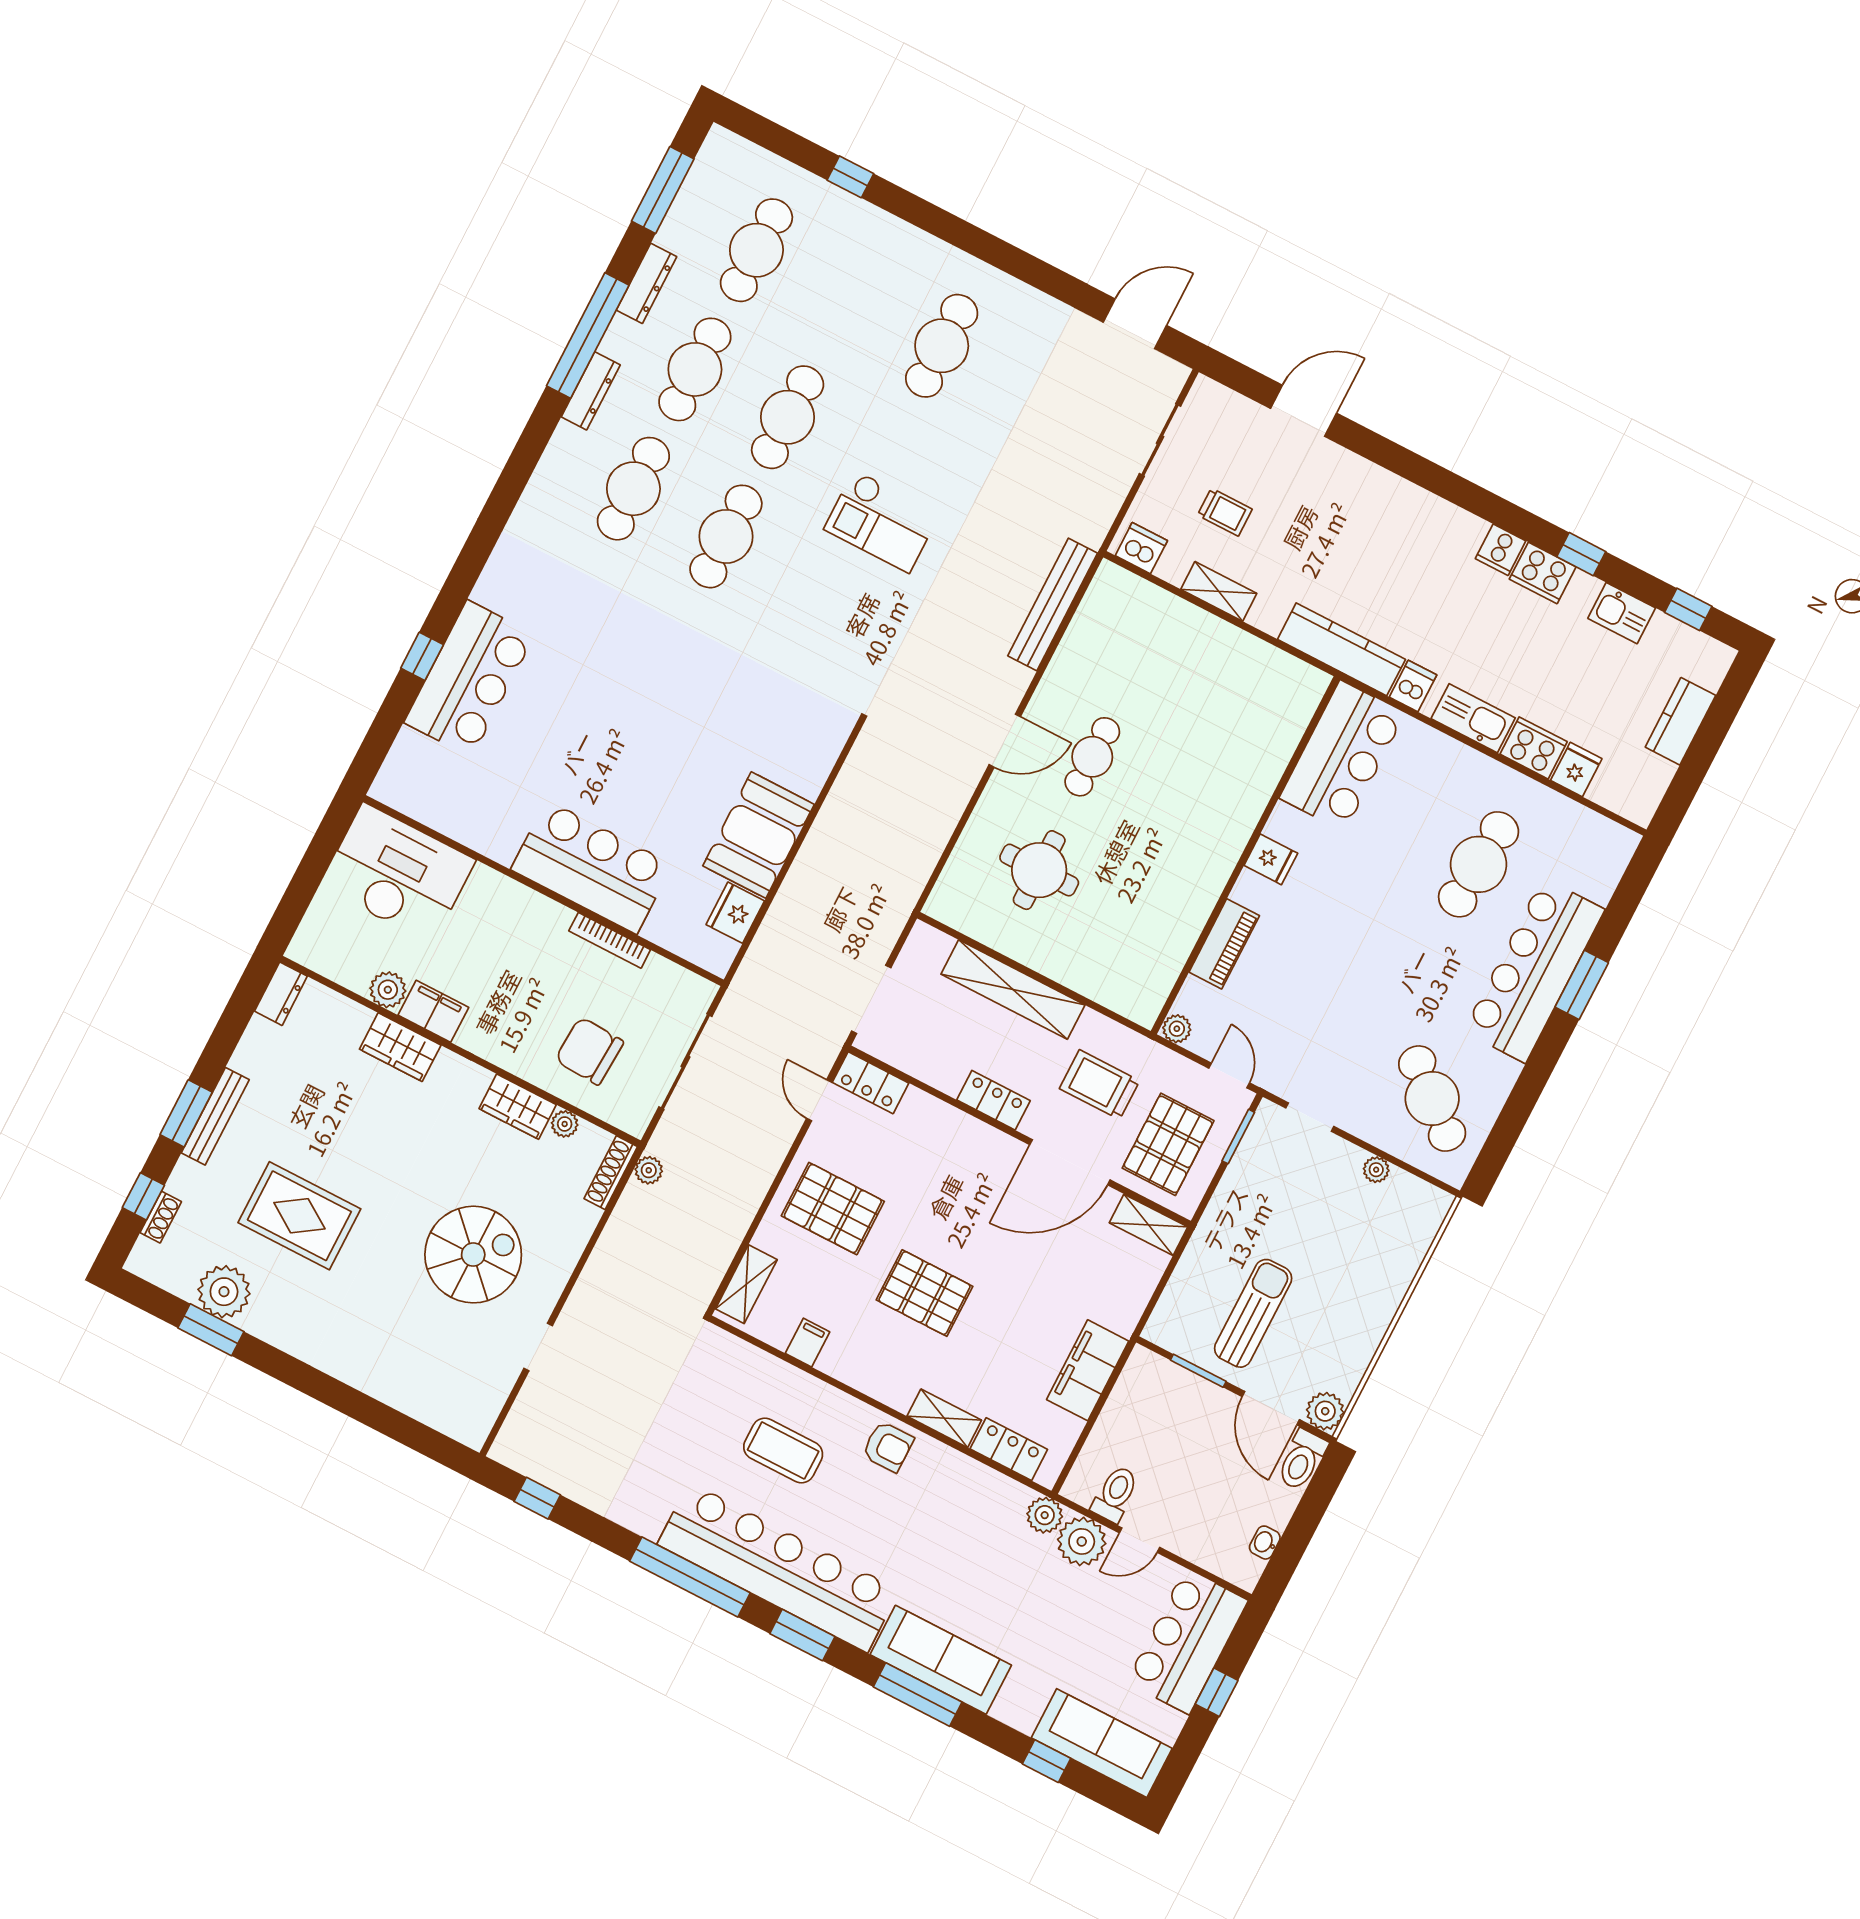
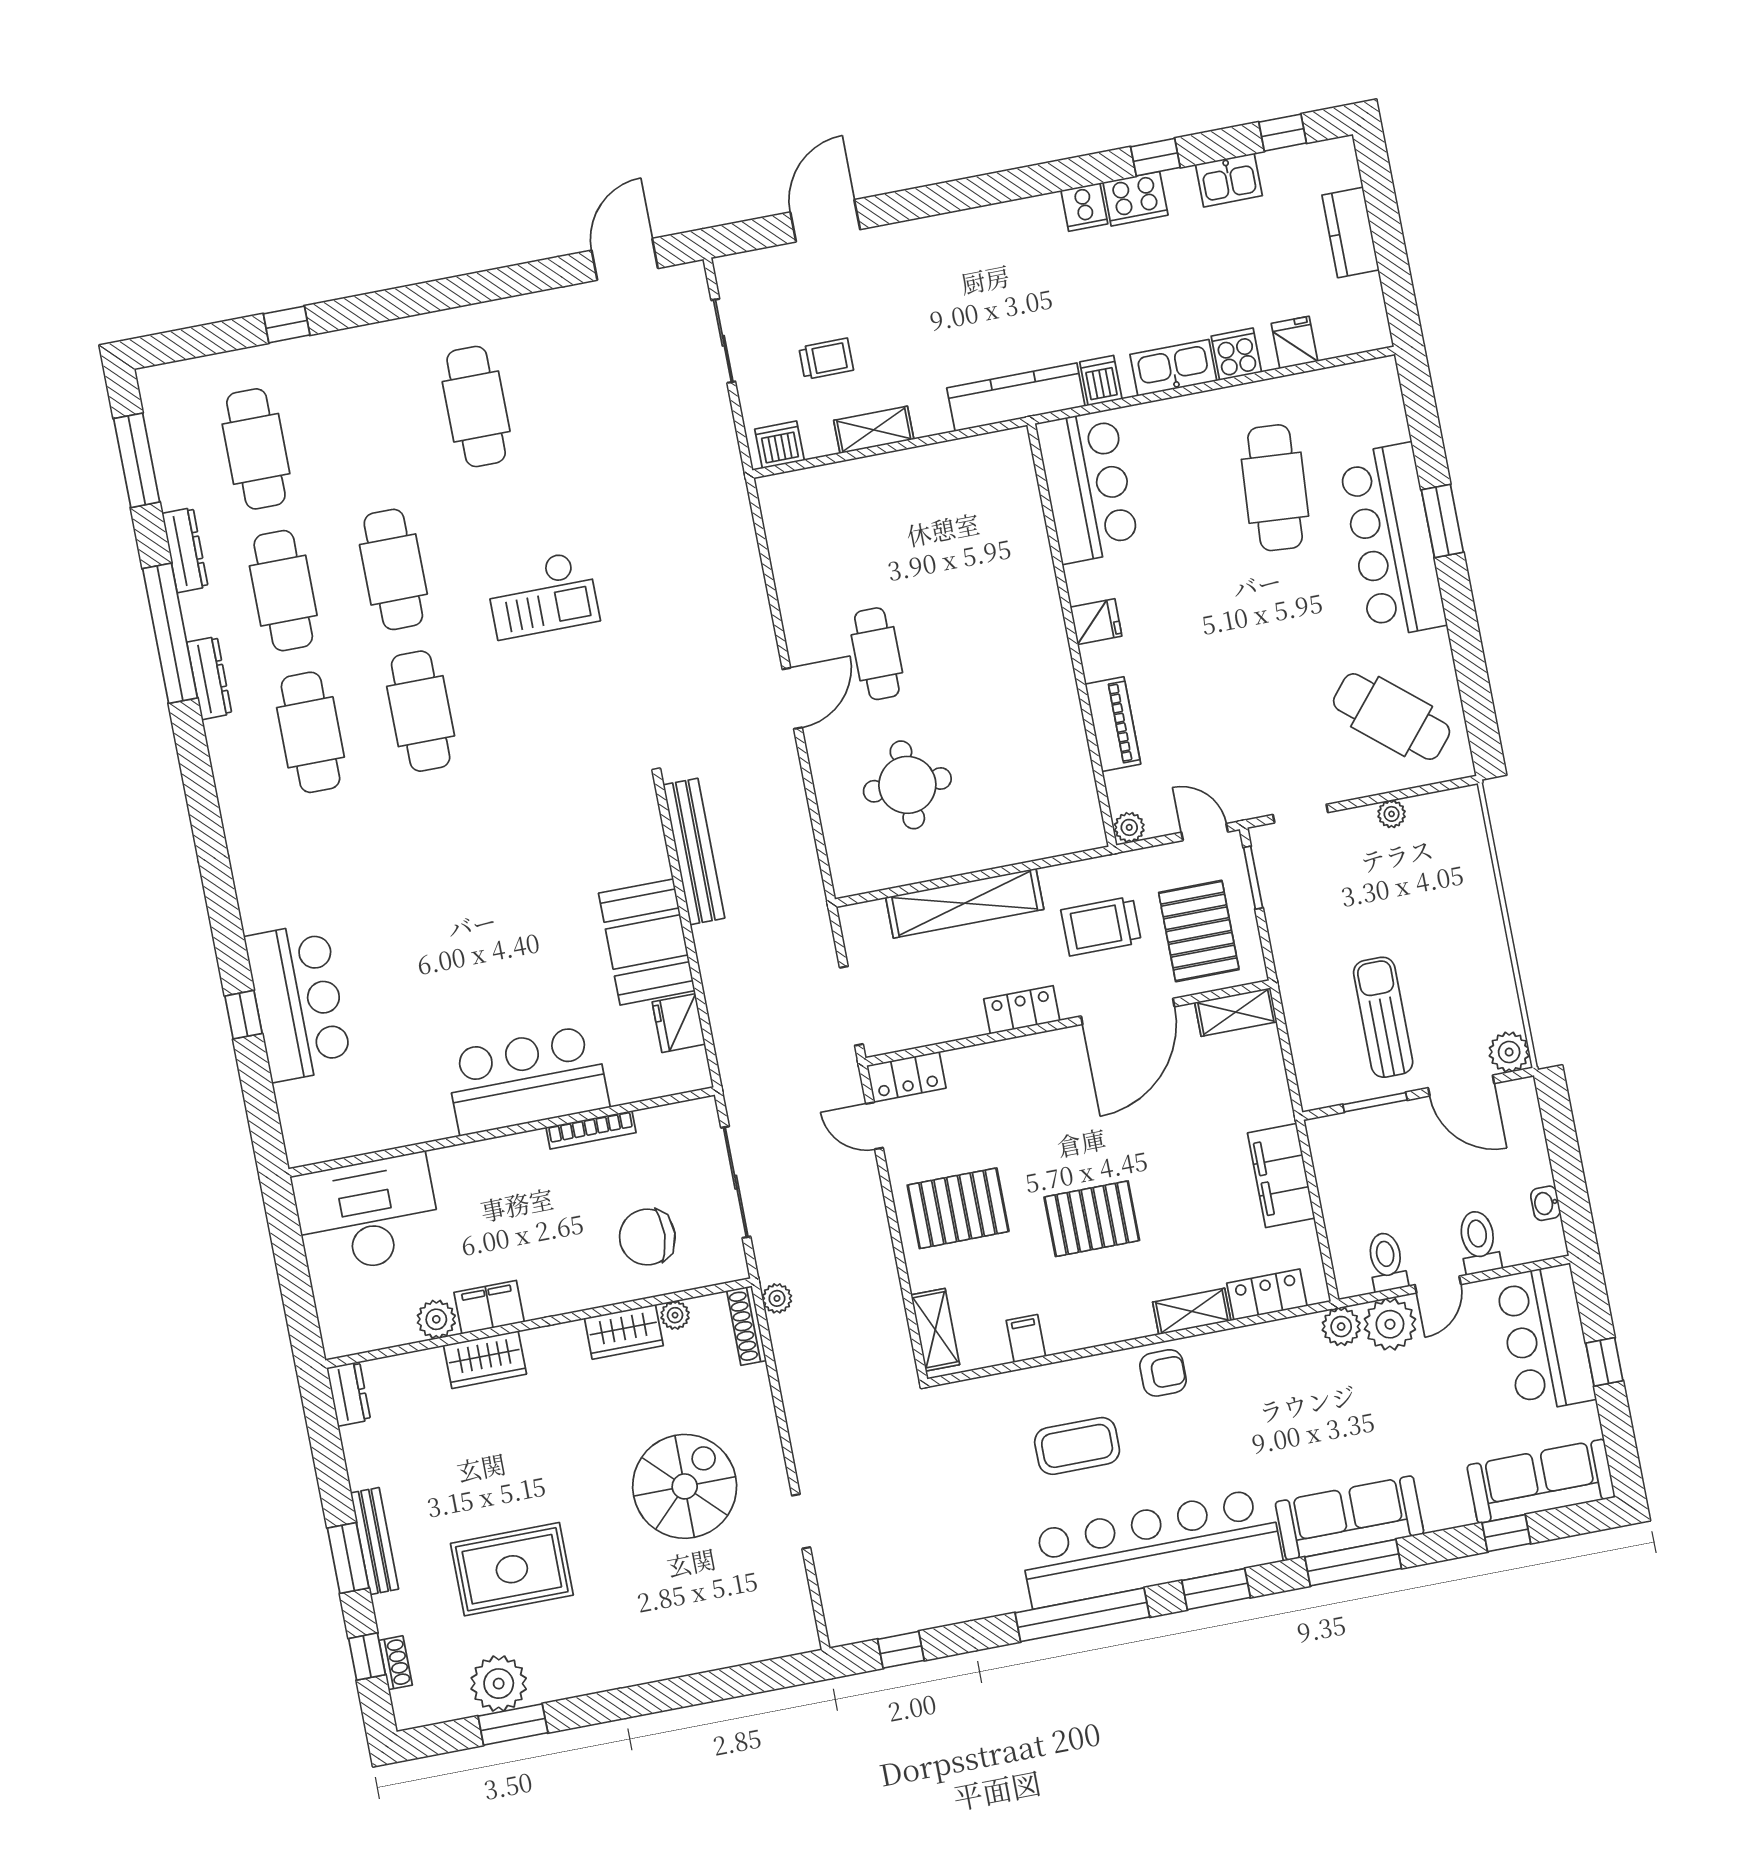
bench: (1053, 605) -> (694, 852), moved
cooker: (1534, 748) -> (1236, 354), width x0.73
toilet: (1302, 1460) -> (1479, 1242), moved, turned 180

